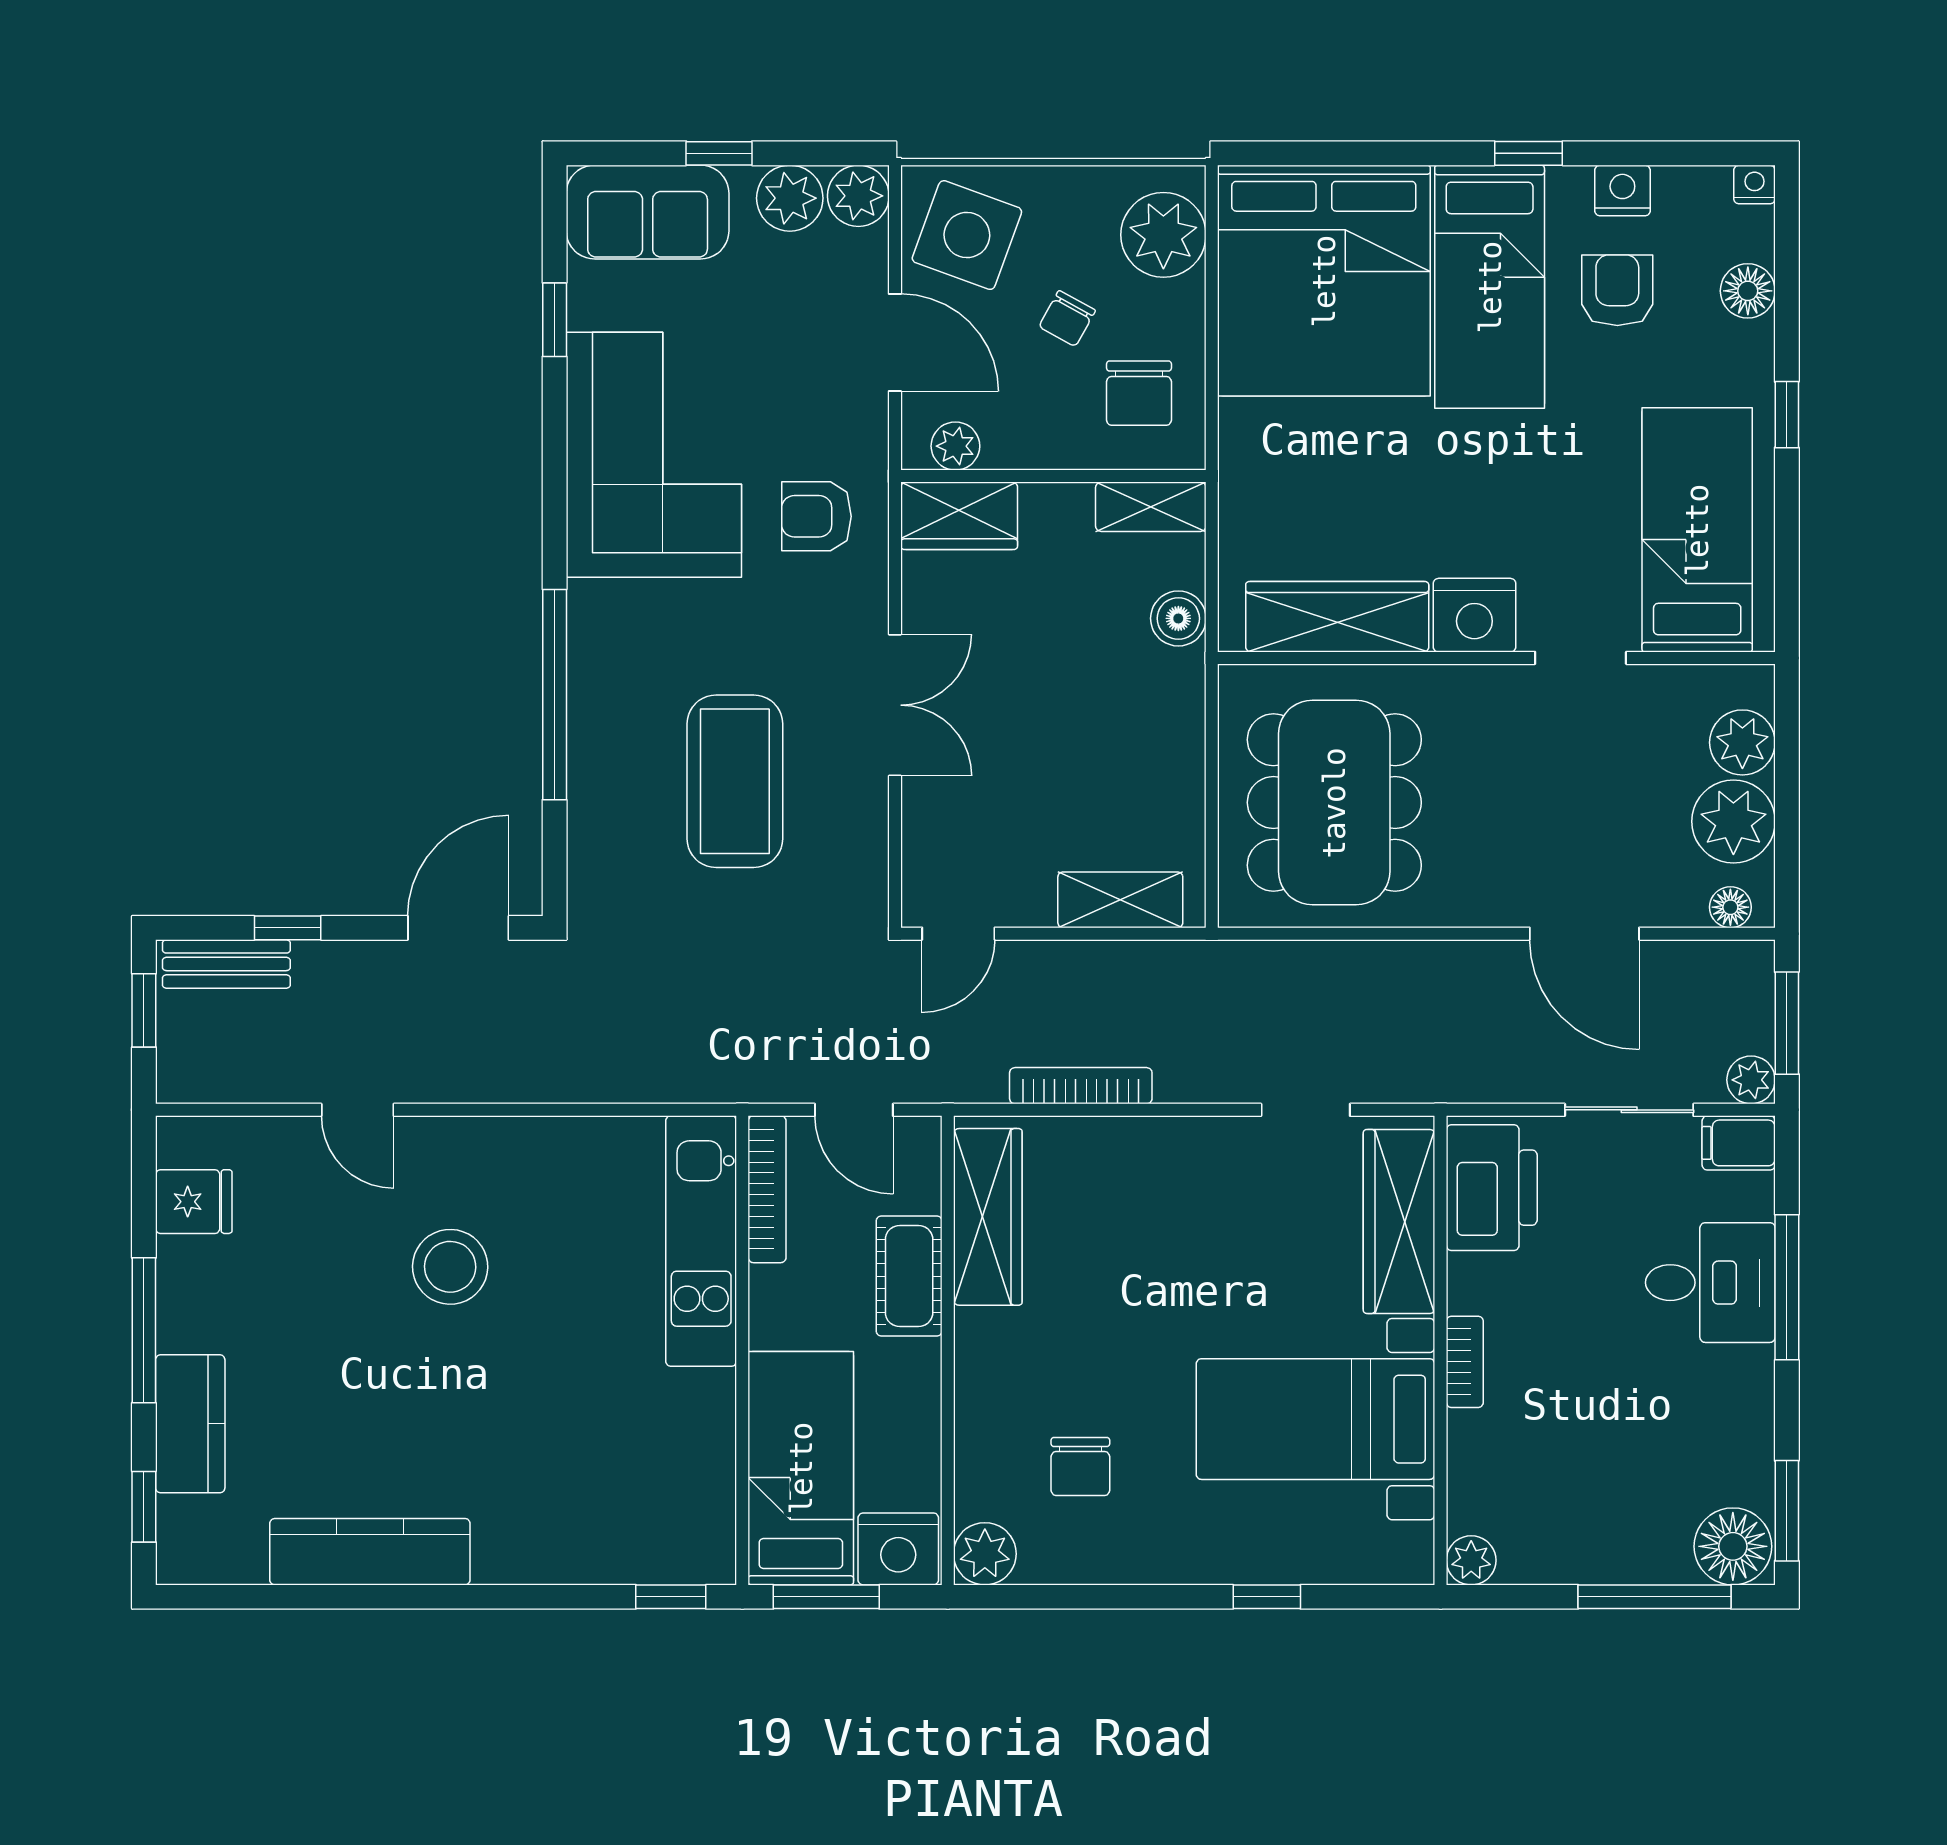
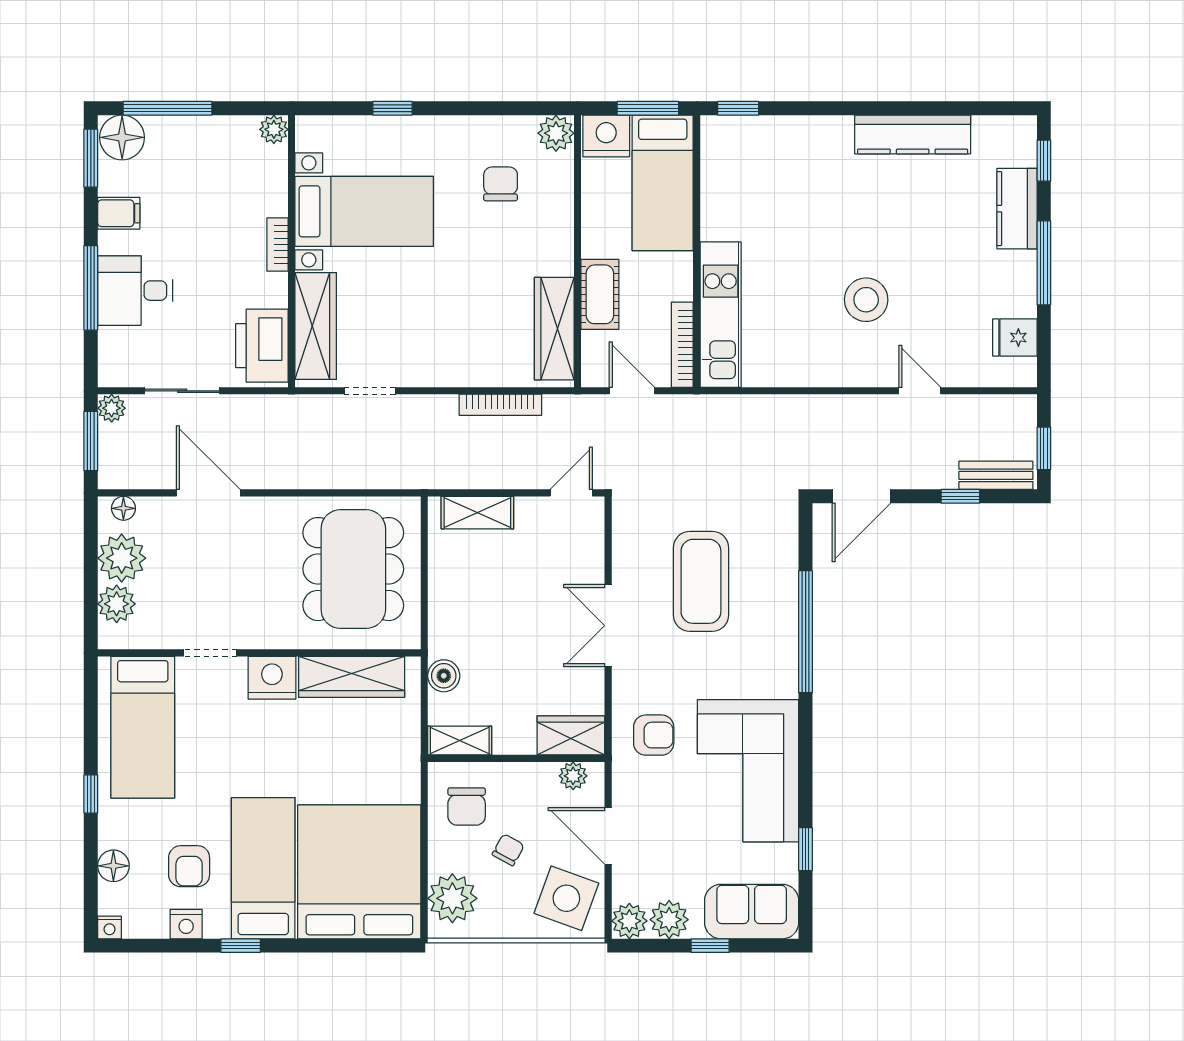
chair: (1139, 393) -> (467, 807), turned 180
filing cabinet: (1739, 1143) -> (119, 213), moved

